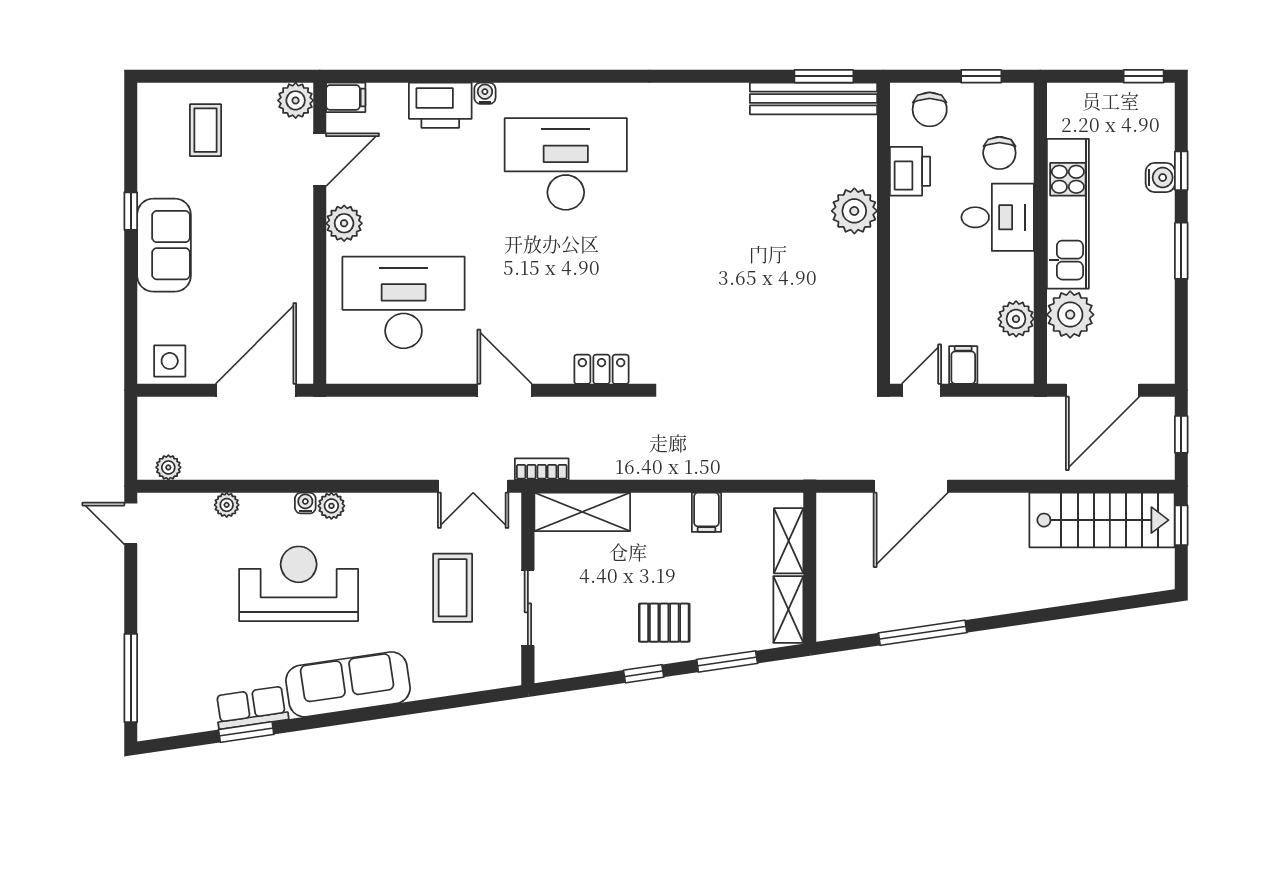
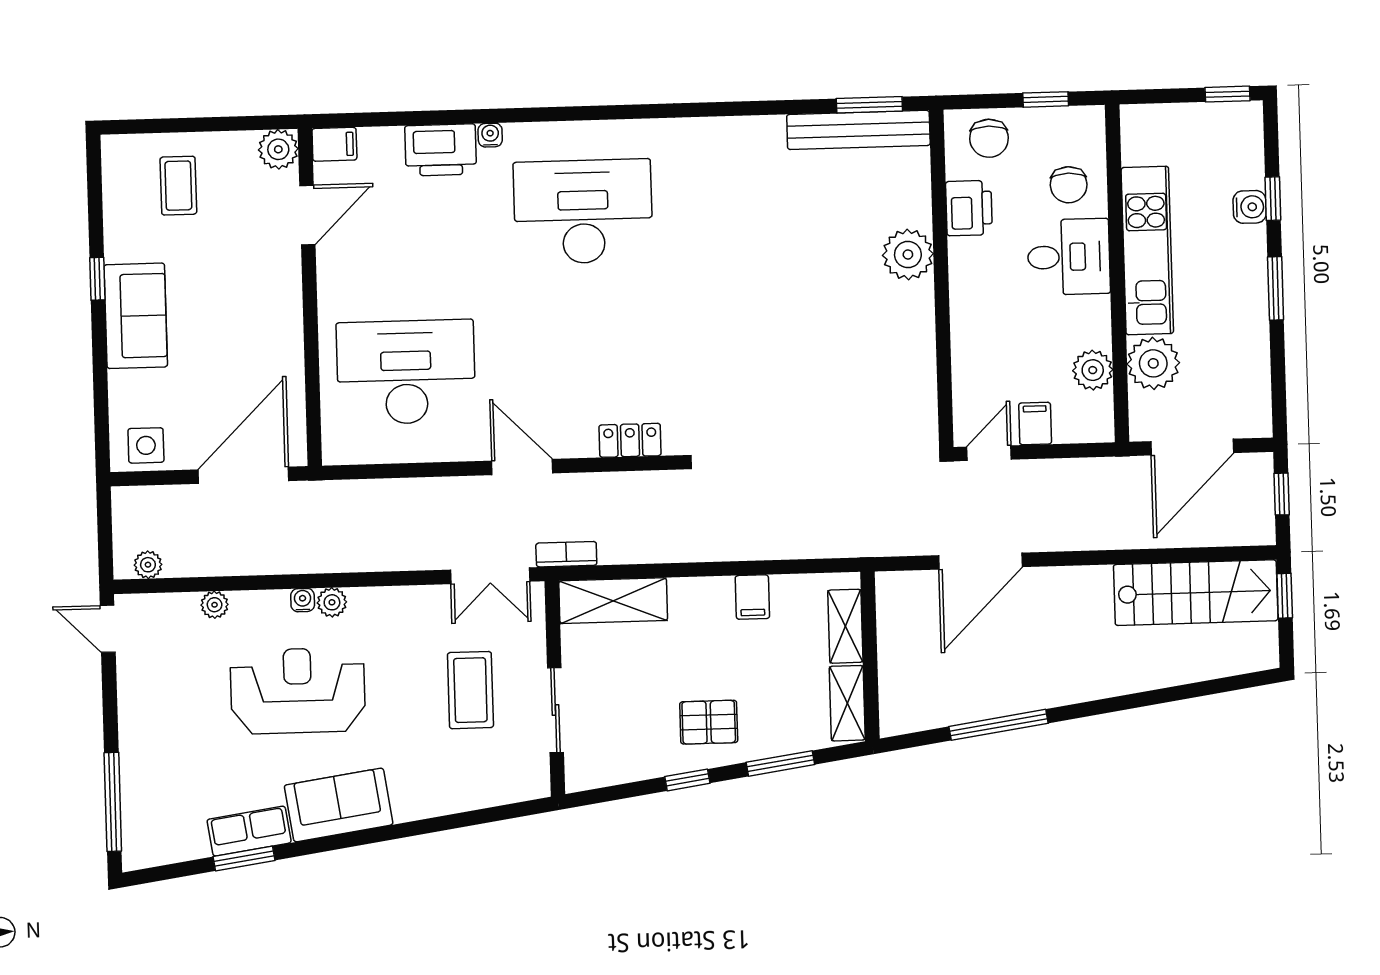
plant: (344, 223) -> (337, 285), removed
sofa: (348, 684) -> (339, 805), width x0.73

